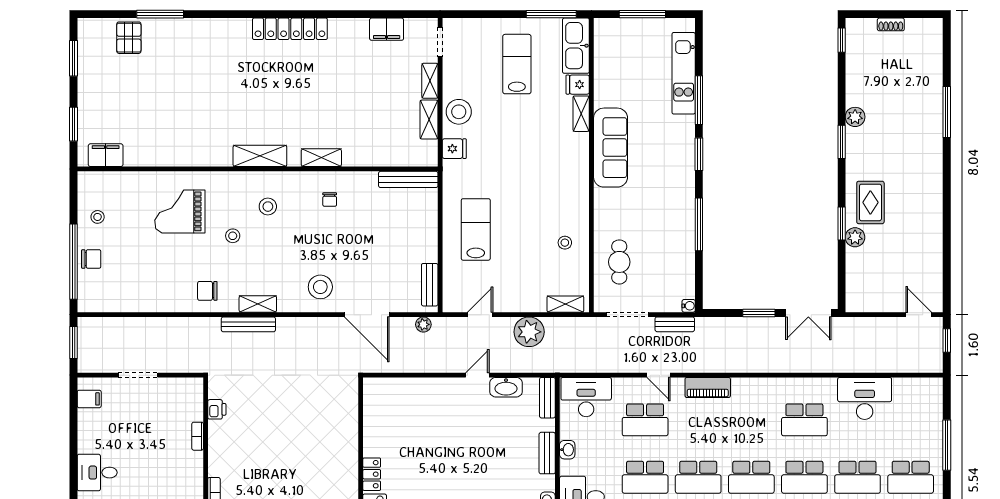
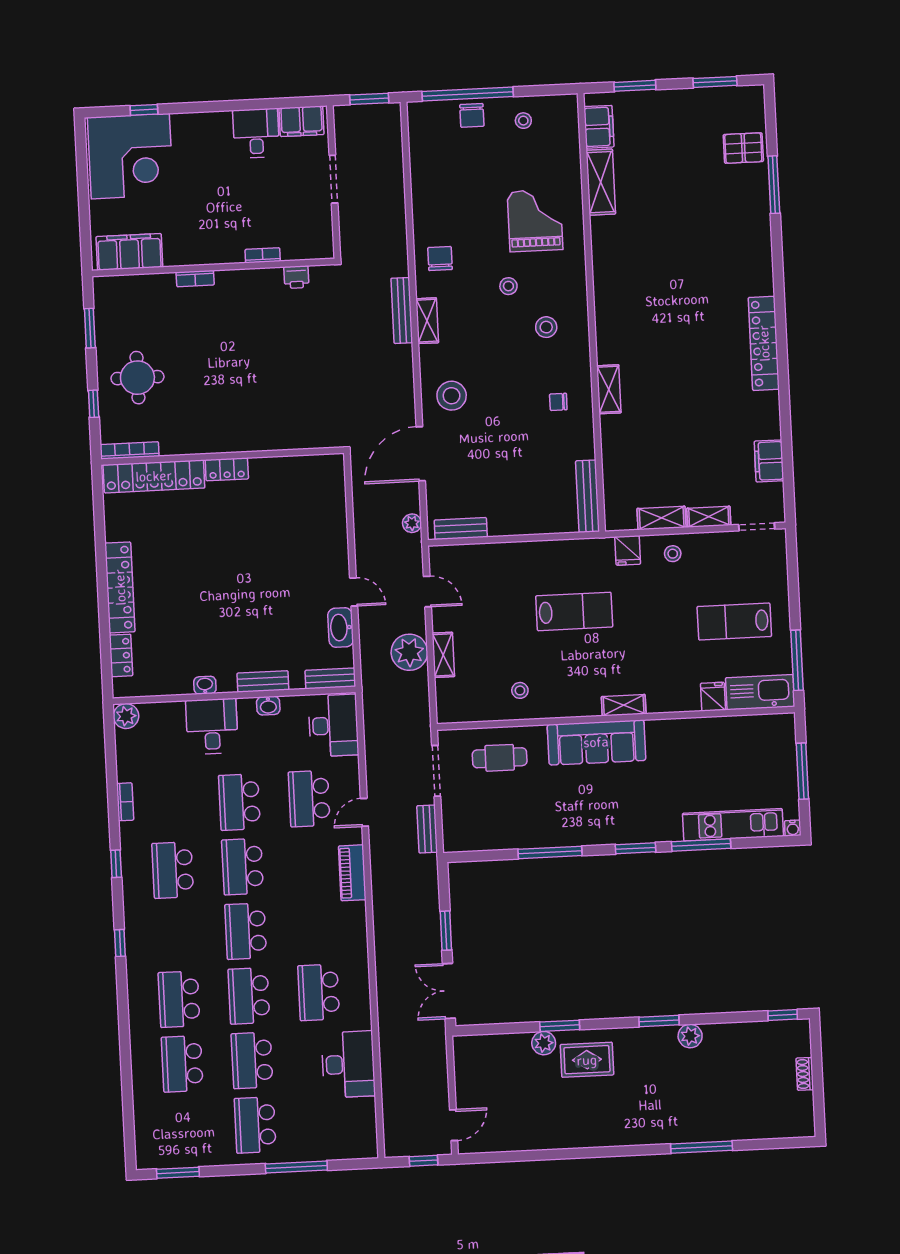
lab bench: (517, 64) -> (734, 621), turned 180
stool: (459, 112) -> (673, 554), width x0.53, depth x0.53
shelving: (581, 114) -> (624, 705), moved
sofa: (611, 148) -> (596, 742), moved
shelving: (260, 156) -> (601, 182), moved
lab bench: (476, 229) -> (574, 611), moved
shelving: (565, 304) -> (443, 655), moved
water cooler: (689, 306) -> (793, 828), moved
filing cabinet: (89, 399) -> (302, 121), width x2.00
desk: (97, 473) -> (256, 133), moved

